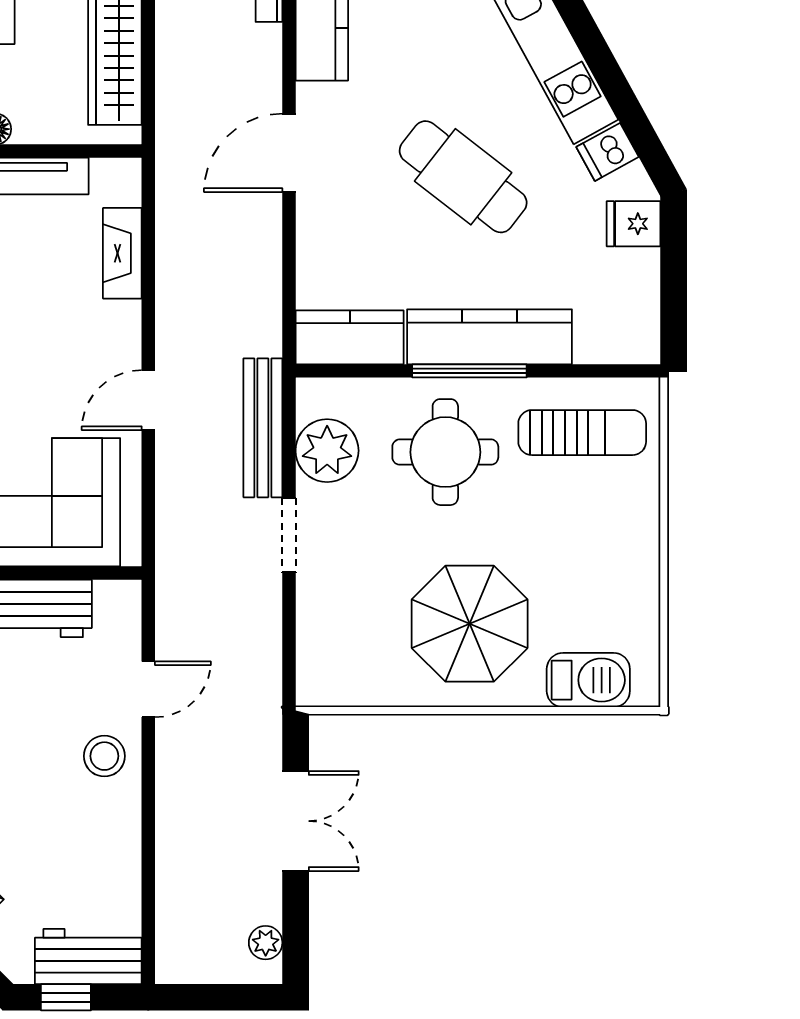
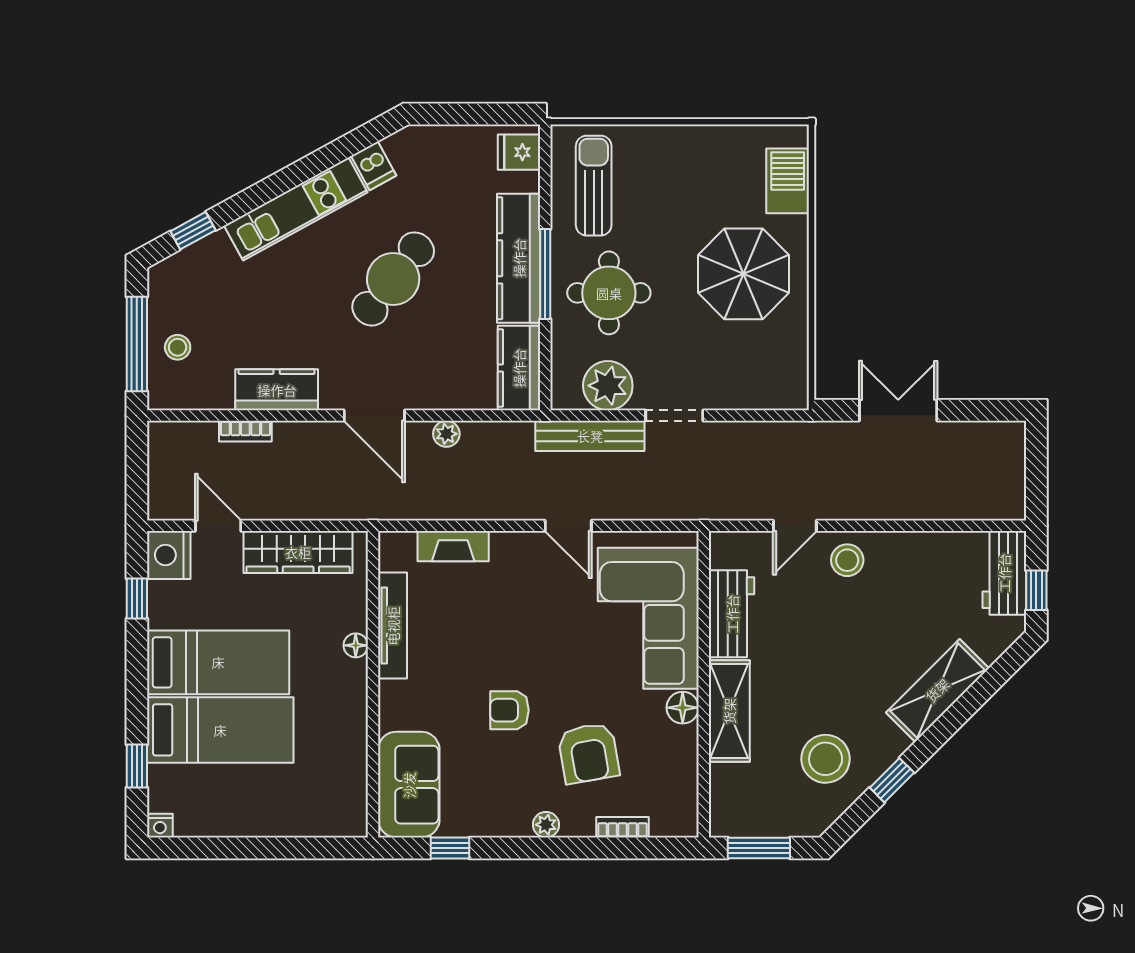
fridge: (634, 224) -> (519, 152), moved, turned 90
door: (148, 689) -> (795, 526), swing flipped
plant: (266, 943) -> (446, 434), moved

